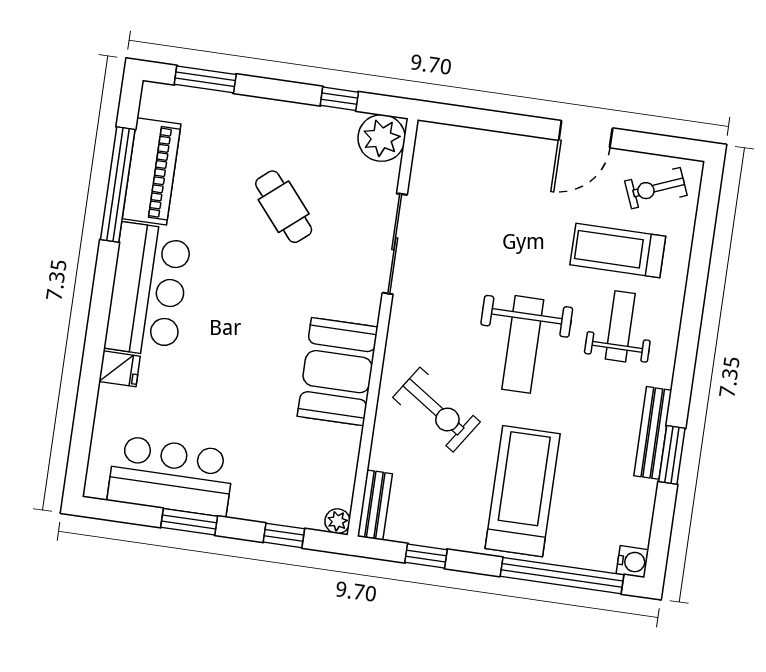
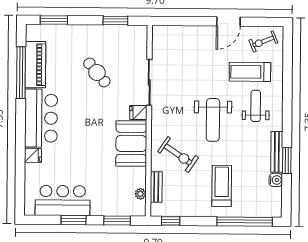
window: (339, 99) -> (115, 21), width x1.50
plant: (382, 138) -> (137, 36), removed
fridge: (362, 306) -> (138, 112), added
treadmill: (523, 491) -> (222, 186), width x0.73, depth x0.73
bench: (375, 505) -> (156, 187), moved
plant: (337, 521) -> (140, 194), moved
window: (284, 535) -> (117, 220), width x1.50
window: (426, 556) -> (171, 221), moved
water cooler: (632, 562) -> (276, 180), moved

